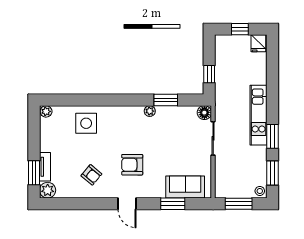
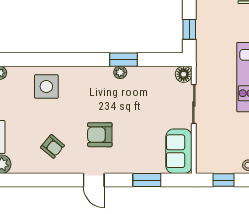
window: (166, 100) -> (124, 60), moved
sofa: (185, 187) -> (179, 151), moved, turned -90
window: (239, 204) -> (223, 180), width x0.67

